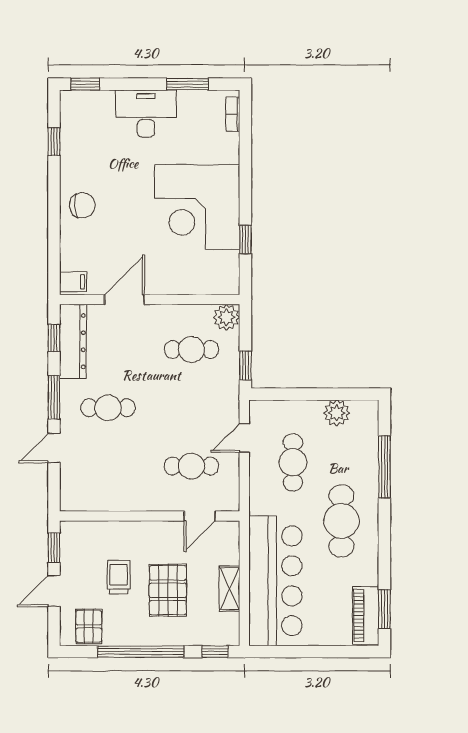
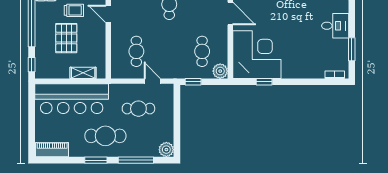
desk: (146, 114) -> (335, 26), width x0.73
corner desk: (197, 207) -> (257, 55), moved, turned 90
plant: (337, 413) -> (166, 150), moved
door: (200, 516) -> (108, 14), moved
shelving: (230, 589) -> (83, 73), moved
pallet: (168, 590) -> (66, 38), turned 90
window: (384, 609) -> (96, 160), moved

